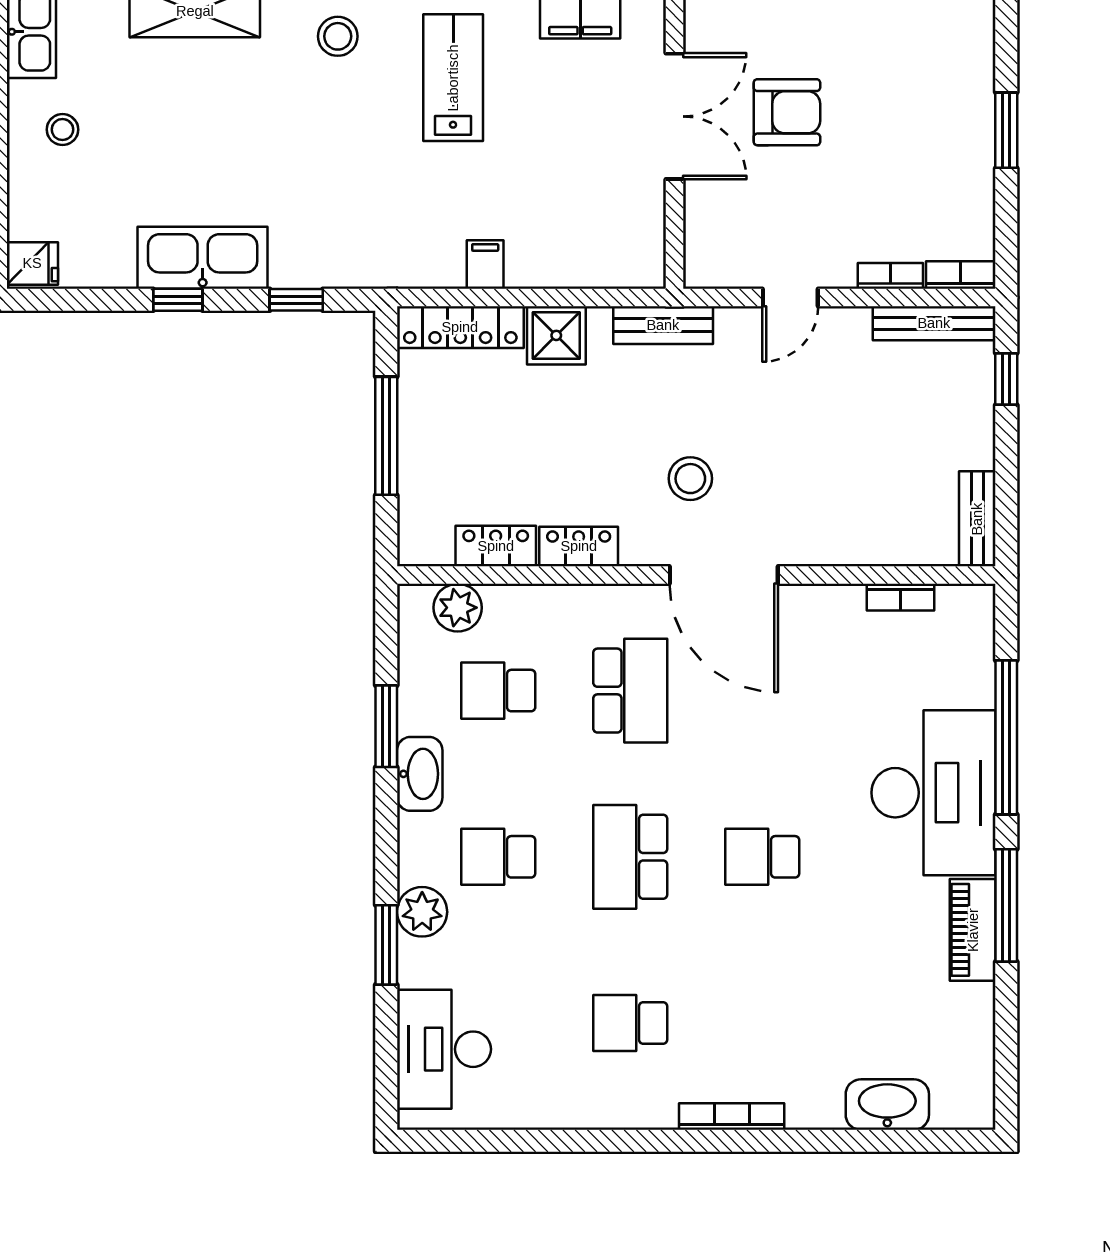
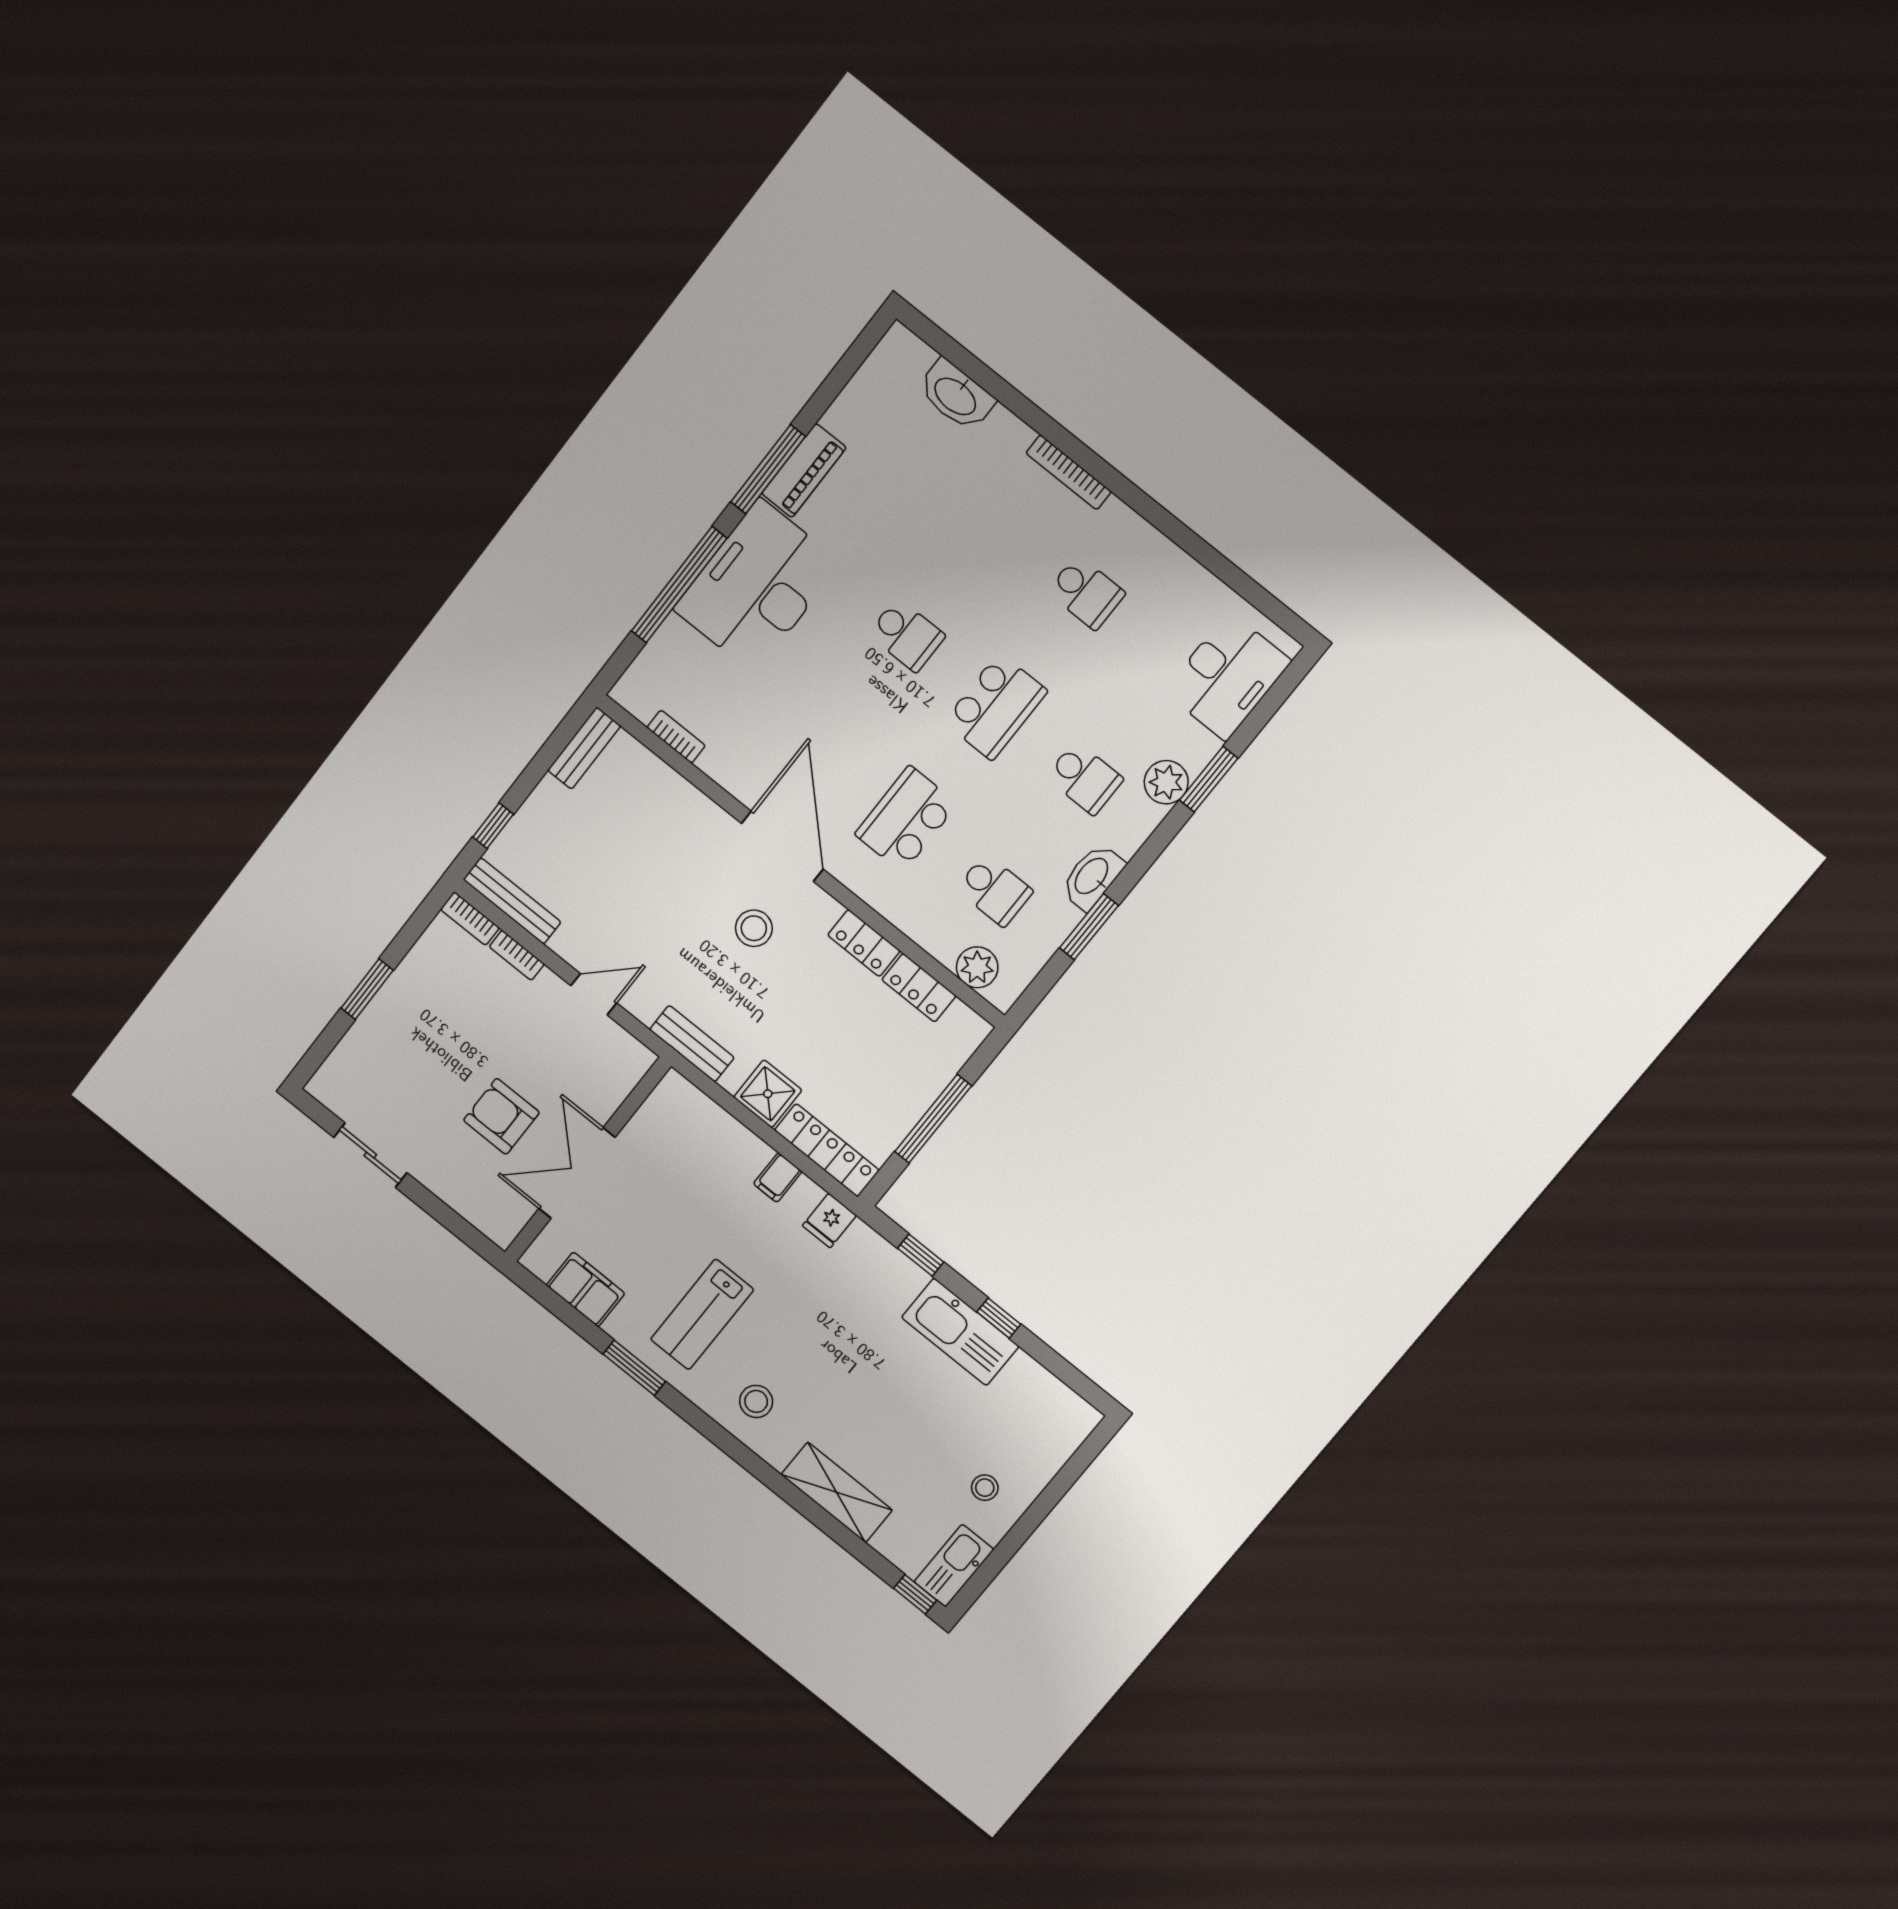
fridge: (32, 263) -> (829, 1220), moved, turned -90

